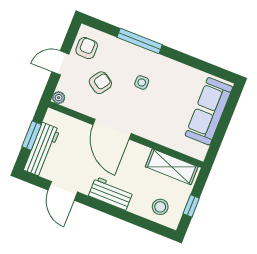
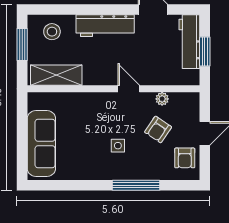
plant: (59, 98) -> (162, 99), moved
door: (112, 129) -> (129, 89), width x0.53
workbench: (111, 194) -> (105, 26), width x1.38
window: (191, 206) -> (22, 44), width x1.50

